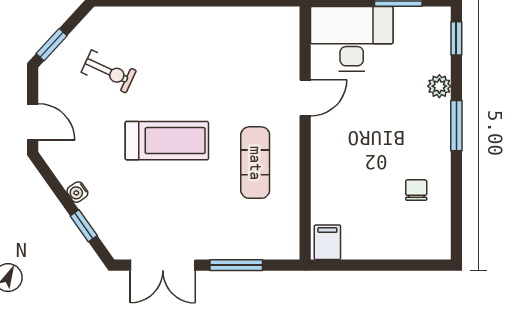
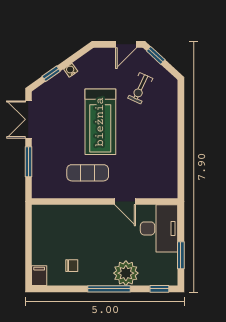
plant: (439, 86) -> (126, 273), width x1.87, depth x1.87
door: (33, 122) -> (126, 44), moved
window: (456, 126) -> (109, 289), width x1.44
treadmill: (167, 141) -> (100, 122), width x1.37, depth x1.38
filing cabinet: (327, 242) -> (39, 276), moved, turned -90

